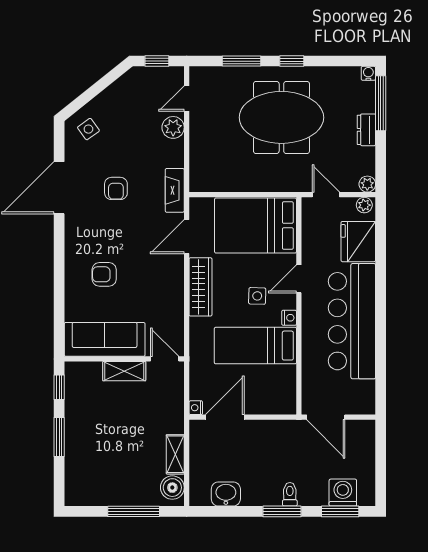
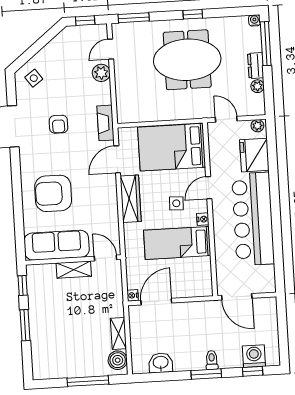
window: (241, 61) -> (134, 18), moved
plant: (367, 184) -> (257, 86), moved
armchair: (104, 274) -> (53, 193), width x1.88, depth x1.88
window: (340, 511) -> (253, 371), width x0.67

